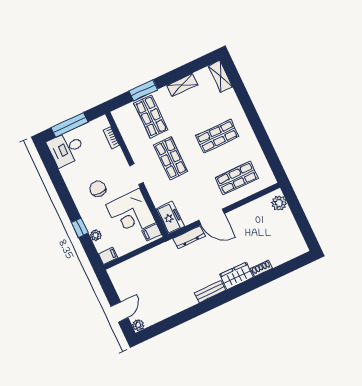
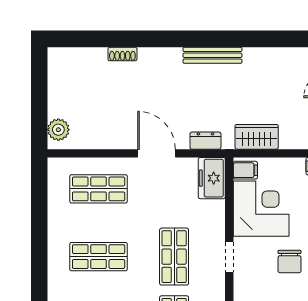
dresser: (189, 237) -> (205, 141), width x0.70
wardrobe: (237, 276) -> (257, 137), moved, turned 180
bench: (210, 292) -> (212, 55), width x1.36

